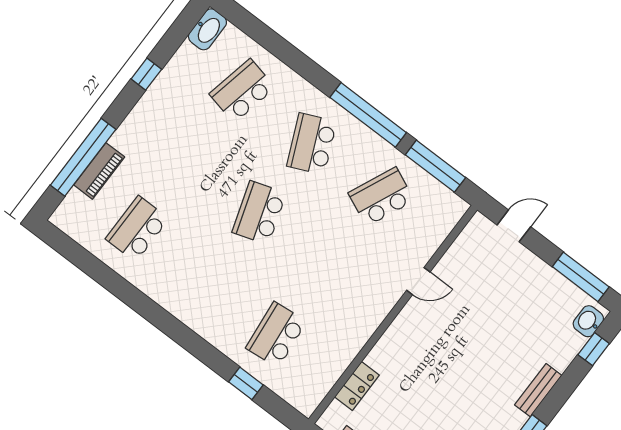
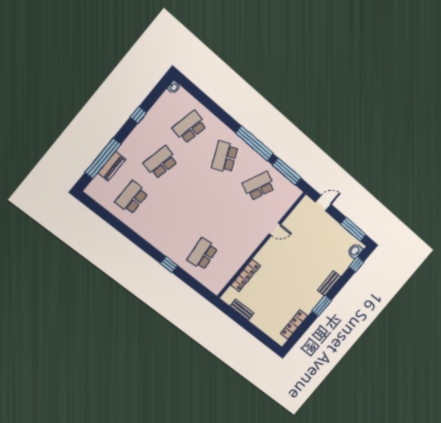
washbasin: (207, 29) -> (174, 87), width x0.52, depth x0.69
school desk: (259, 213) -> (161, 162), moved, turned 30
window: (246, 383) -> (169, 264), moved
locker: (357, 386) -> (246, 276), width x1.53

